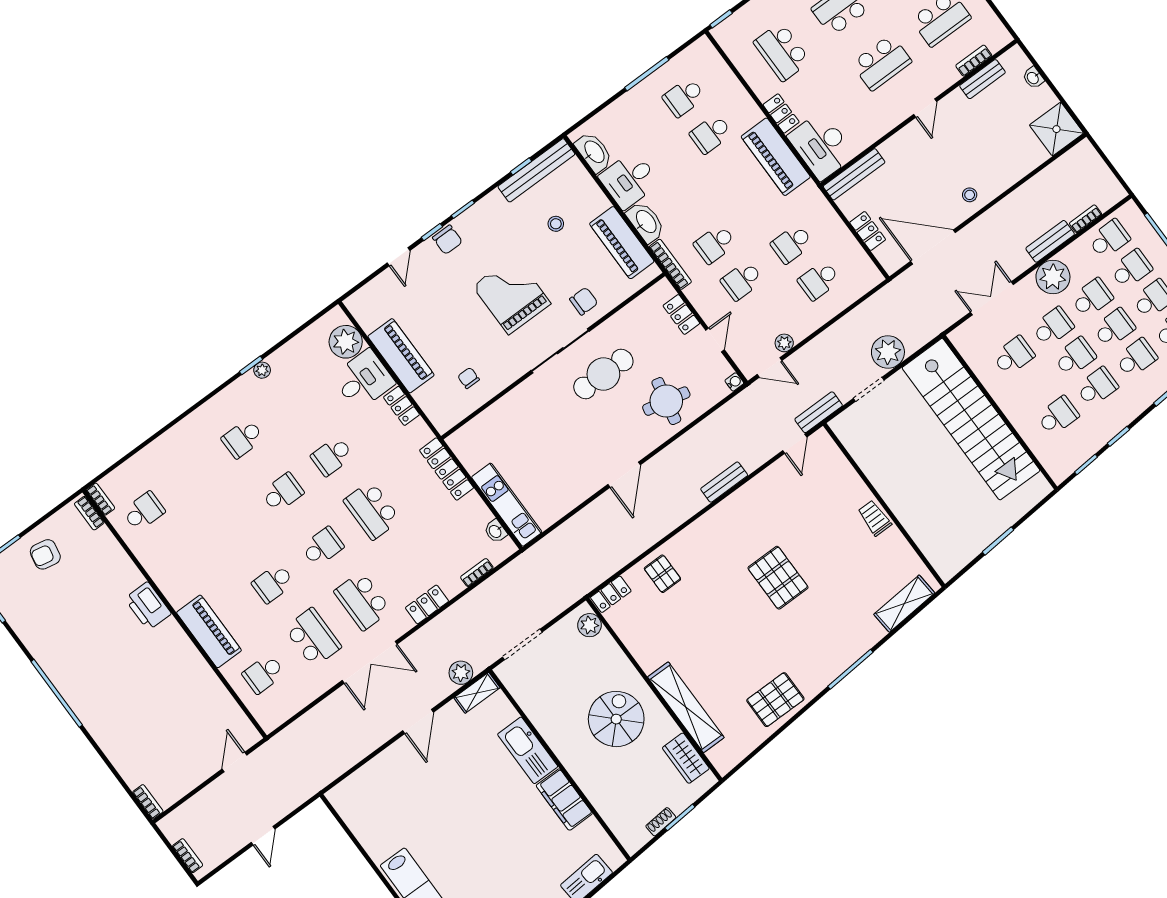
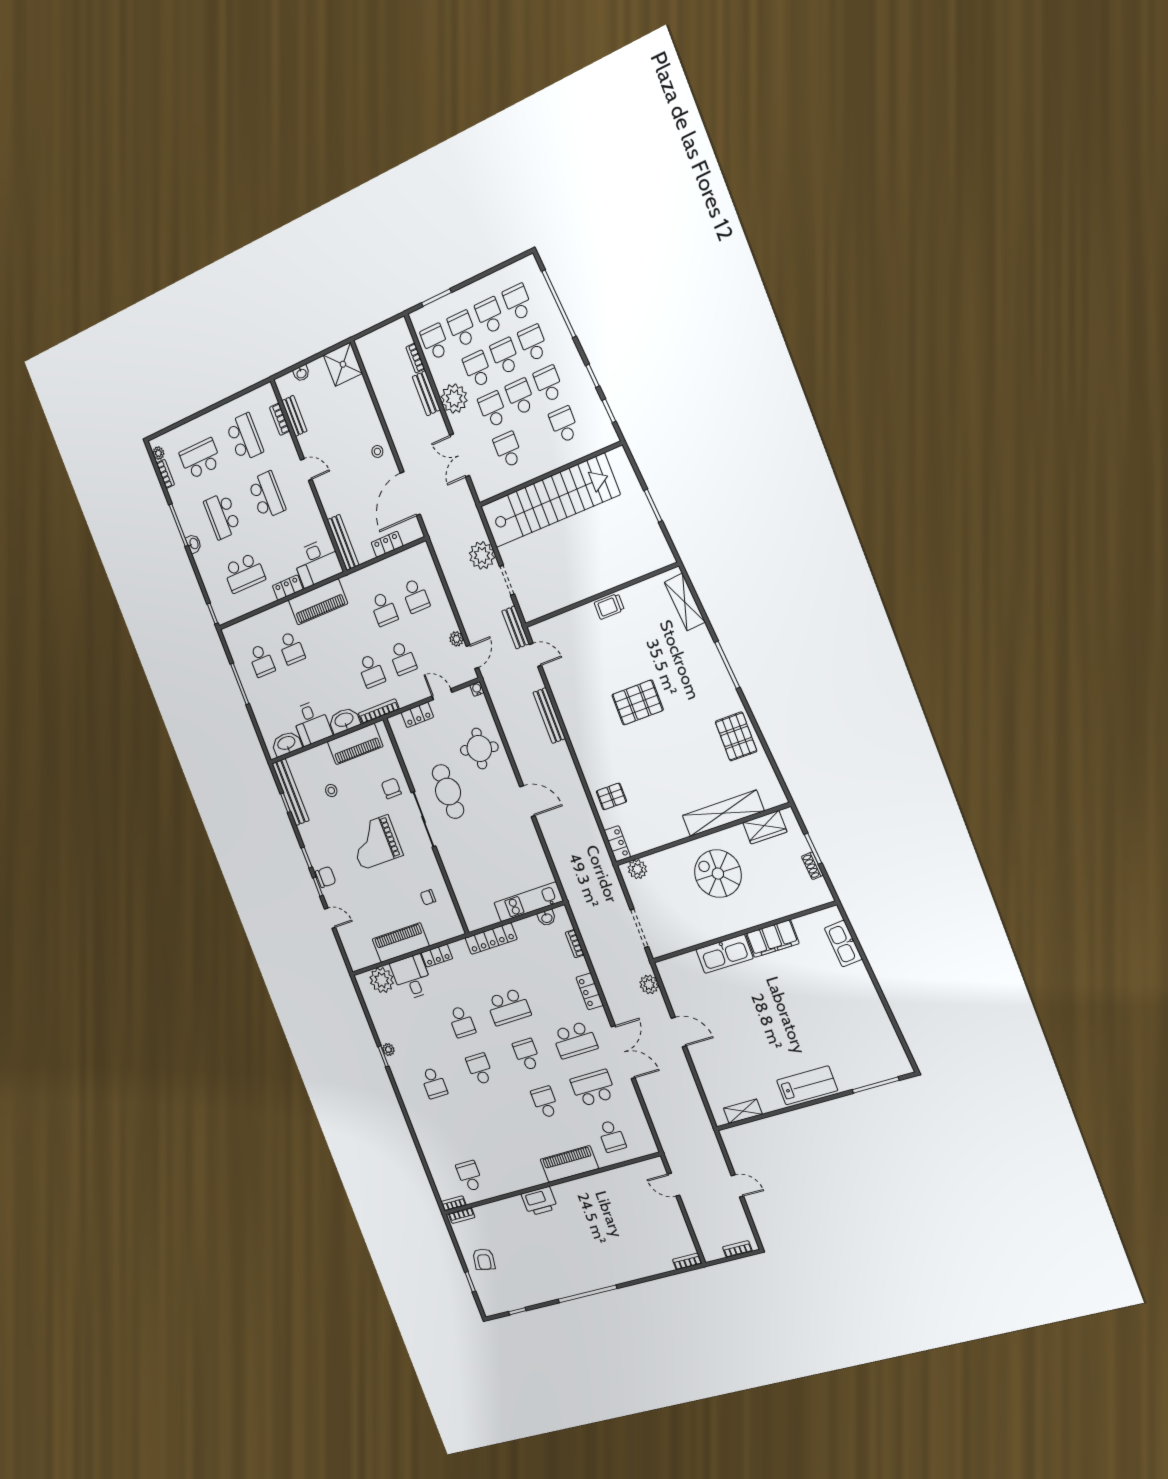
bench: (724, 482) -> (549, 716), width x1.36
school desk: (273, 583) -> (545, 1102), turned 180
shelving: (477, 693) -> (743, 1111), moved, turned 90

